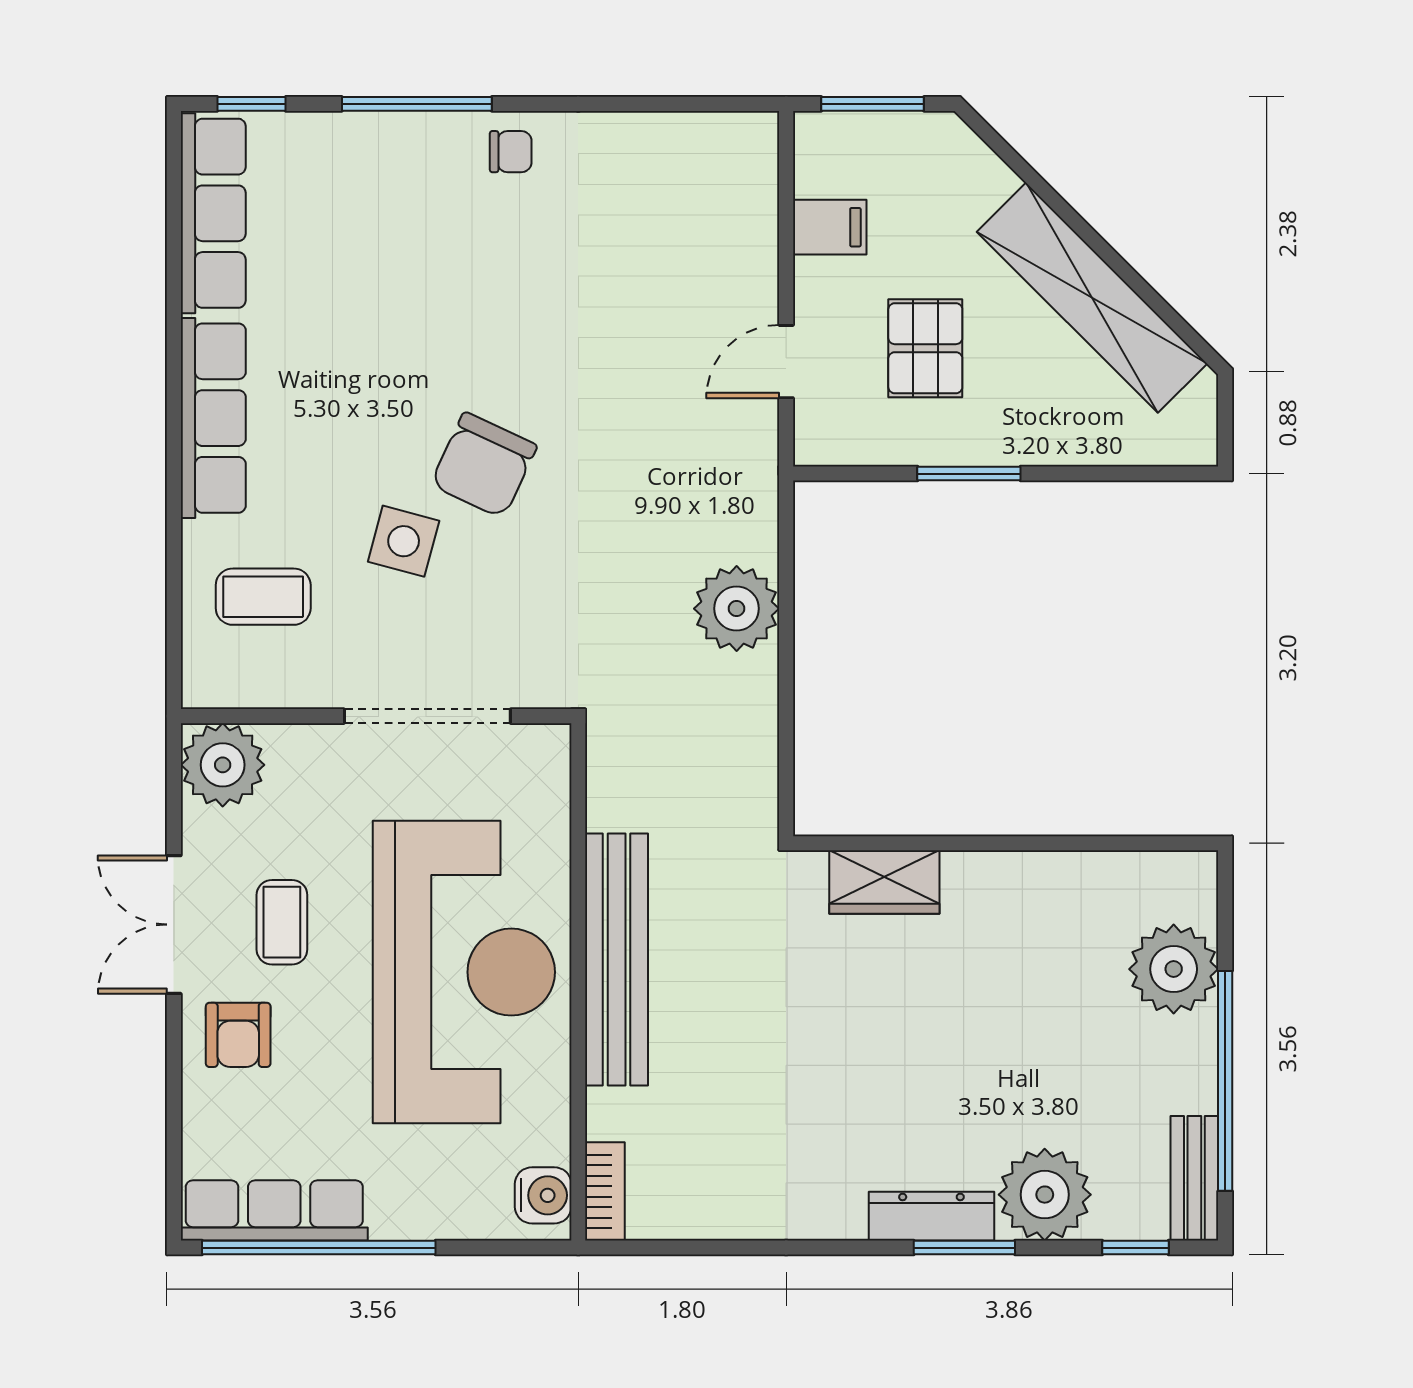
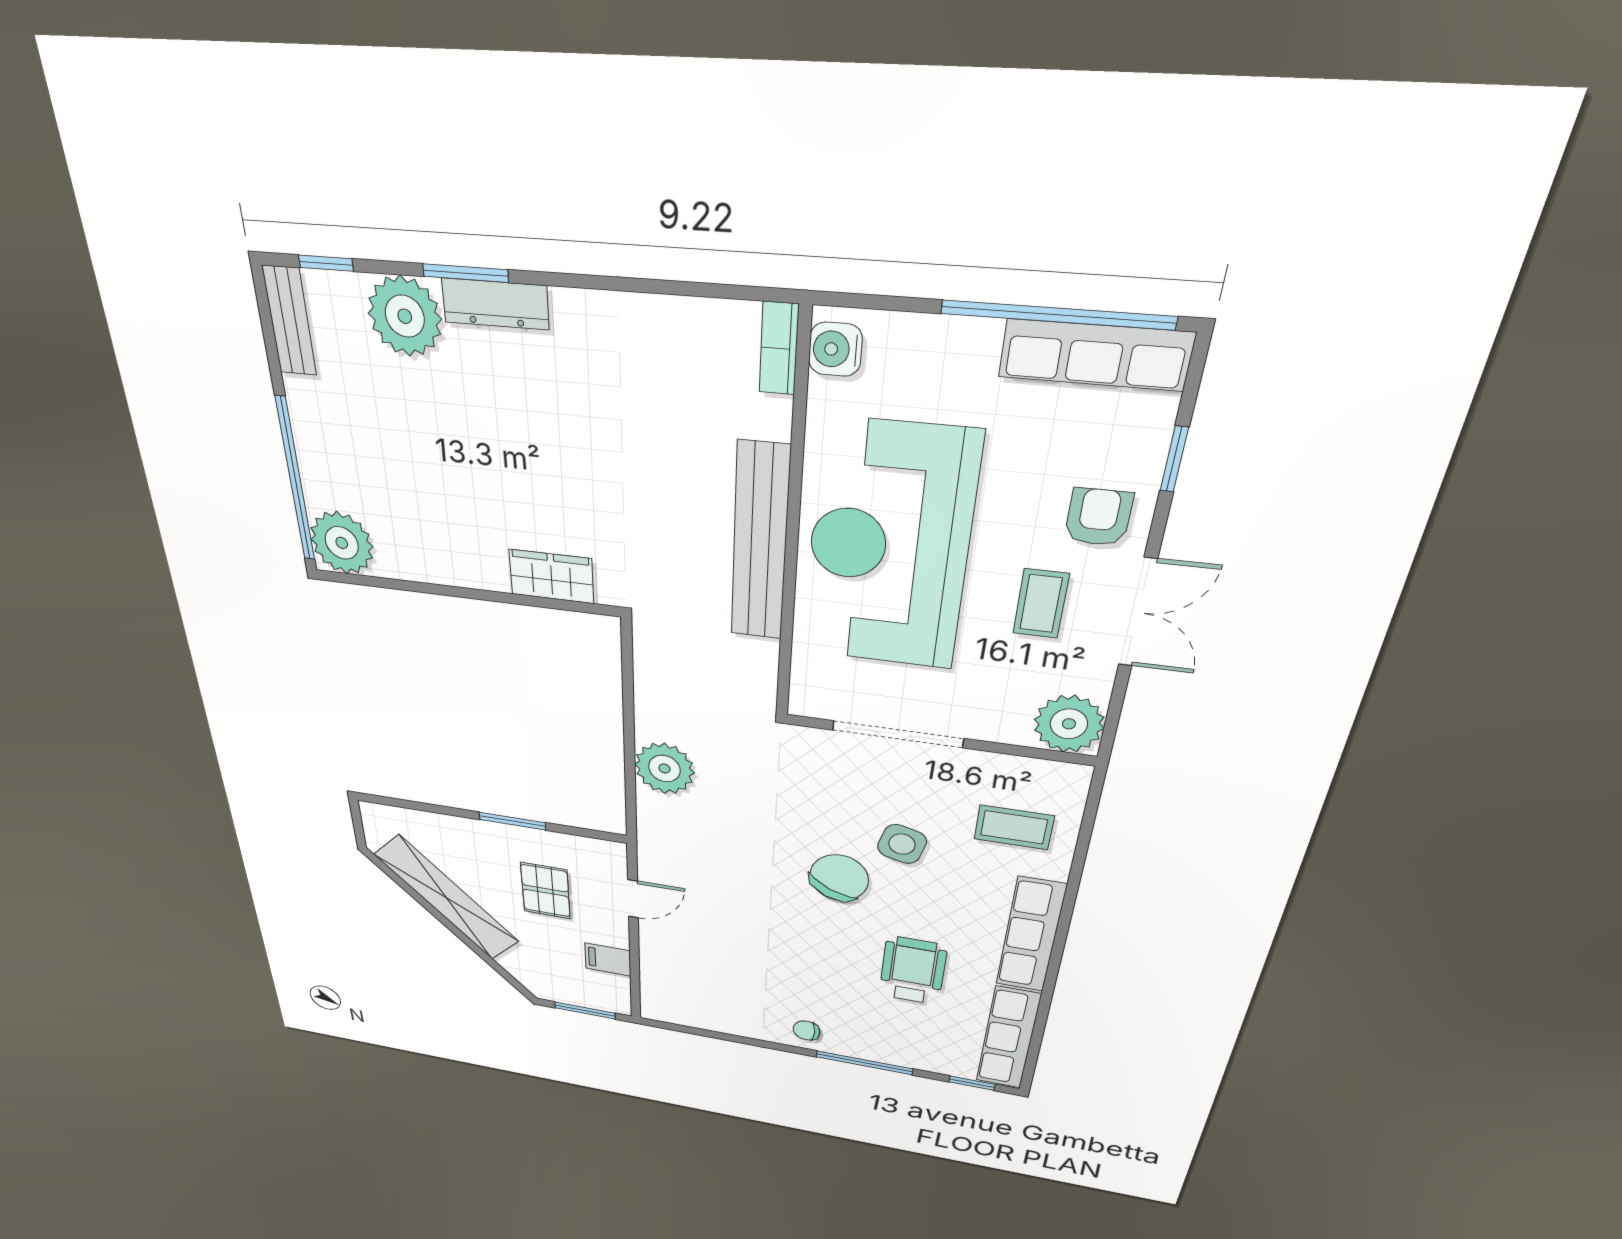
wheelchair: (364, 314) -> (913, 970), added
plant: (1174, 969) -> (342, 543), moved
window: (1225, 1081) -> (295, 480), moved
window: (174, 1108) -> (1174, 459), added

